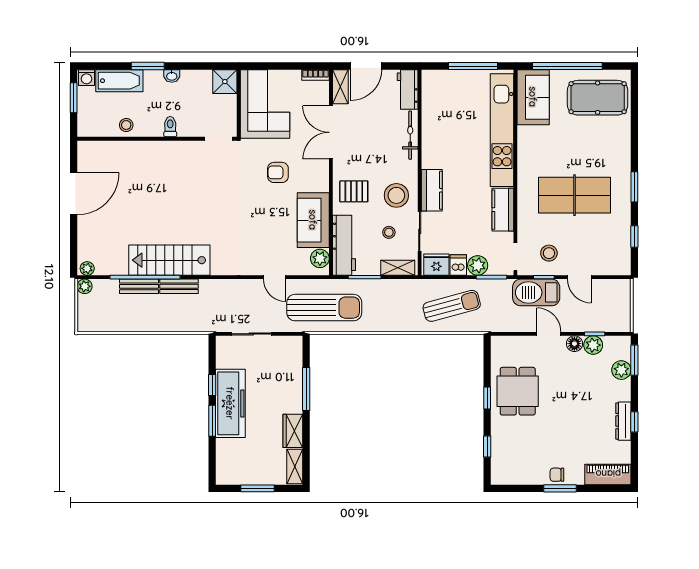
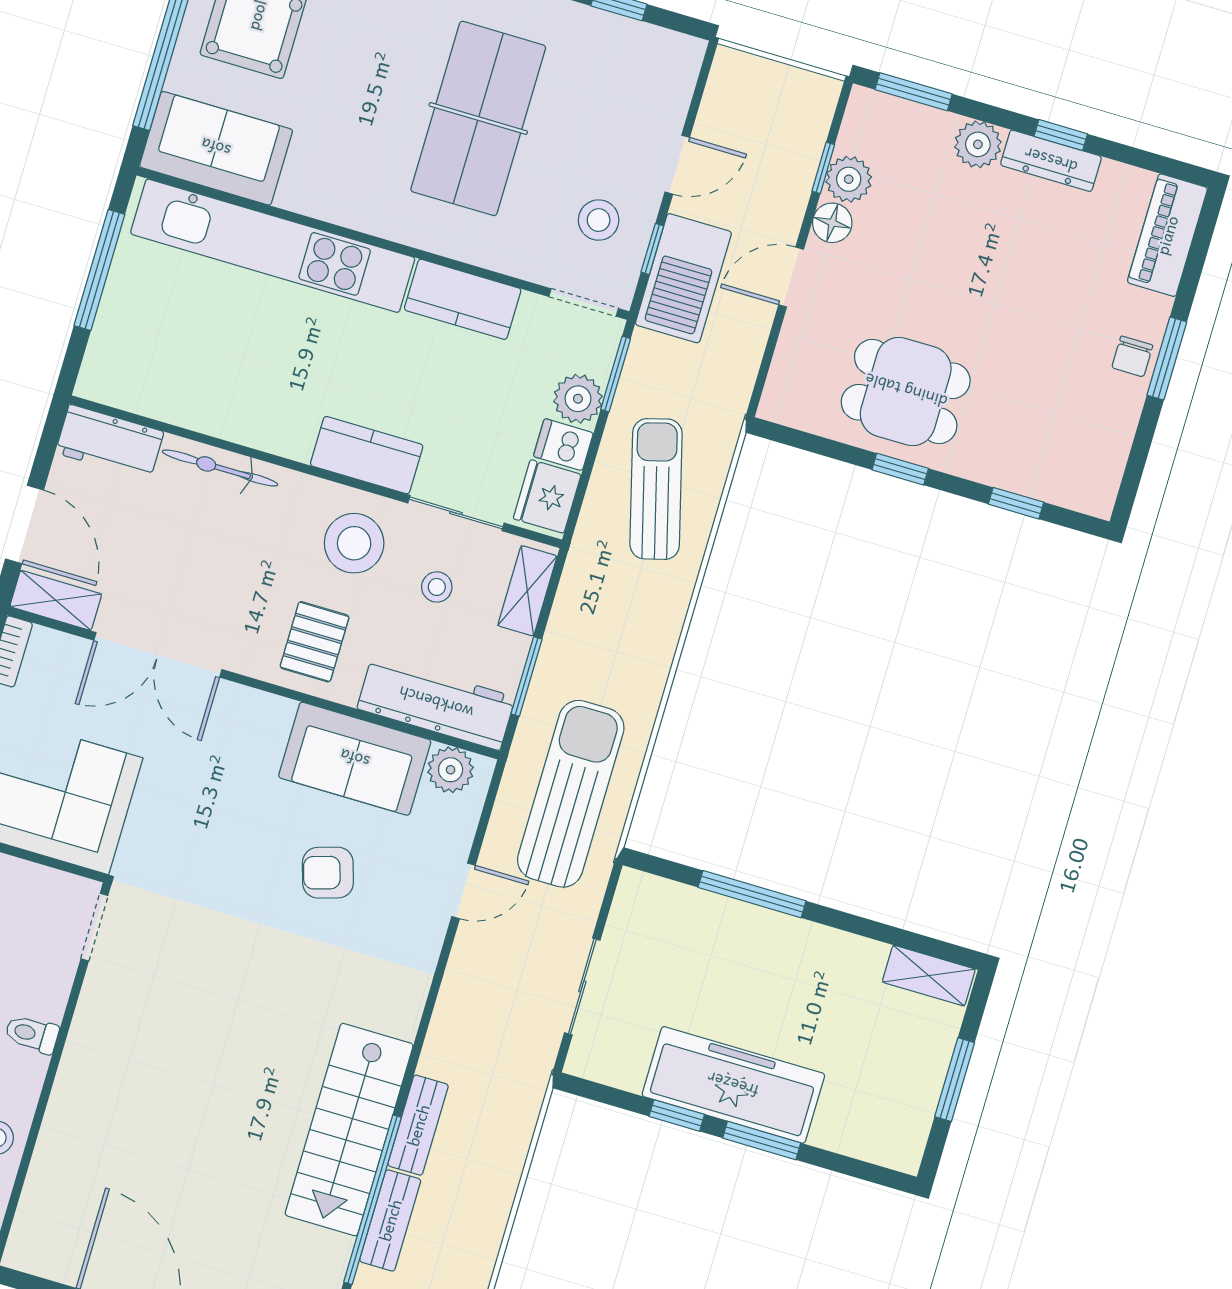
armchair: (278, 172) -> (328, 873), moved, turned 73
plant: (621, 370) -> (978, 144), moved
wardrobe: (293, 431) -> (843, 955), removed

